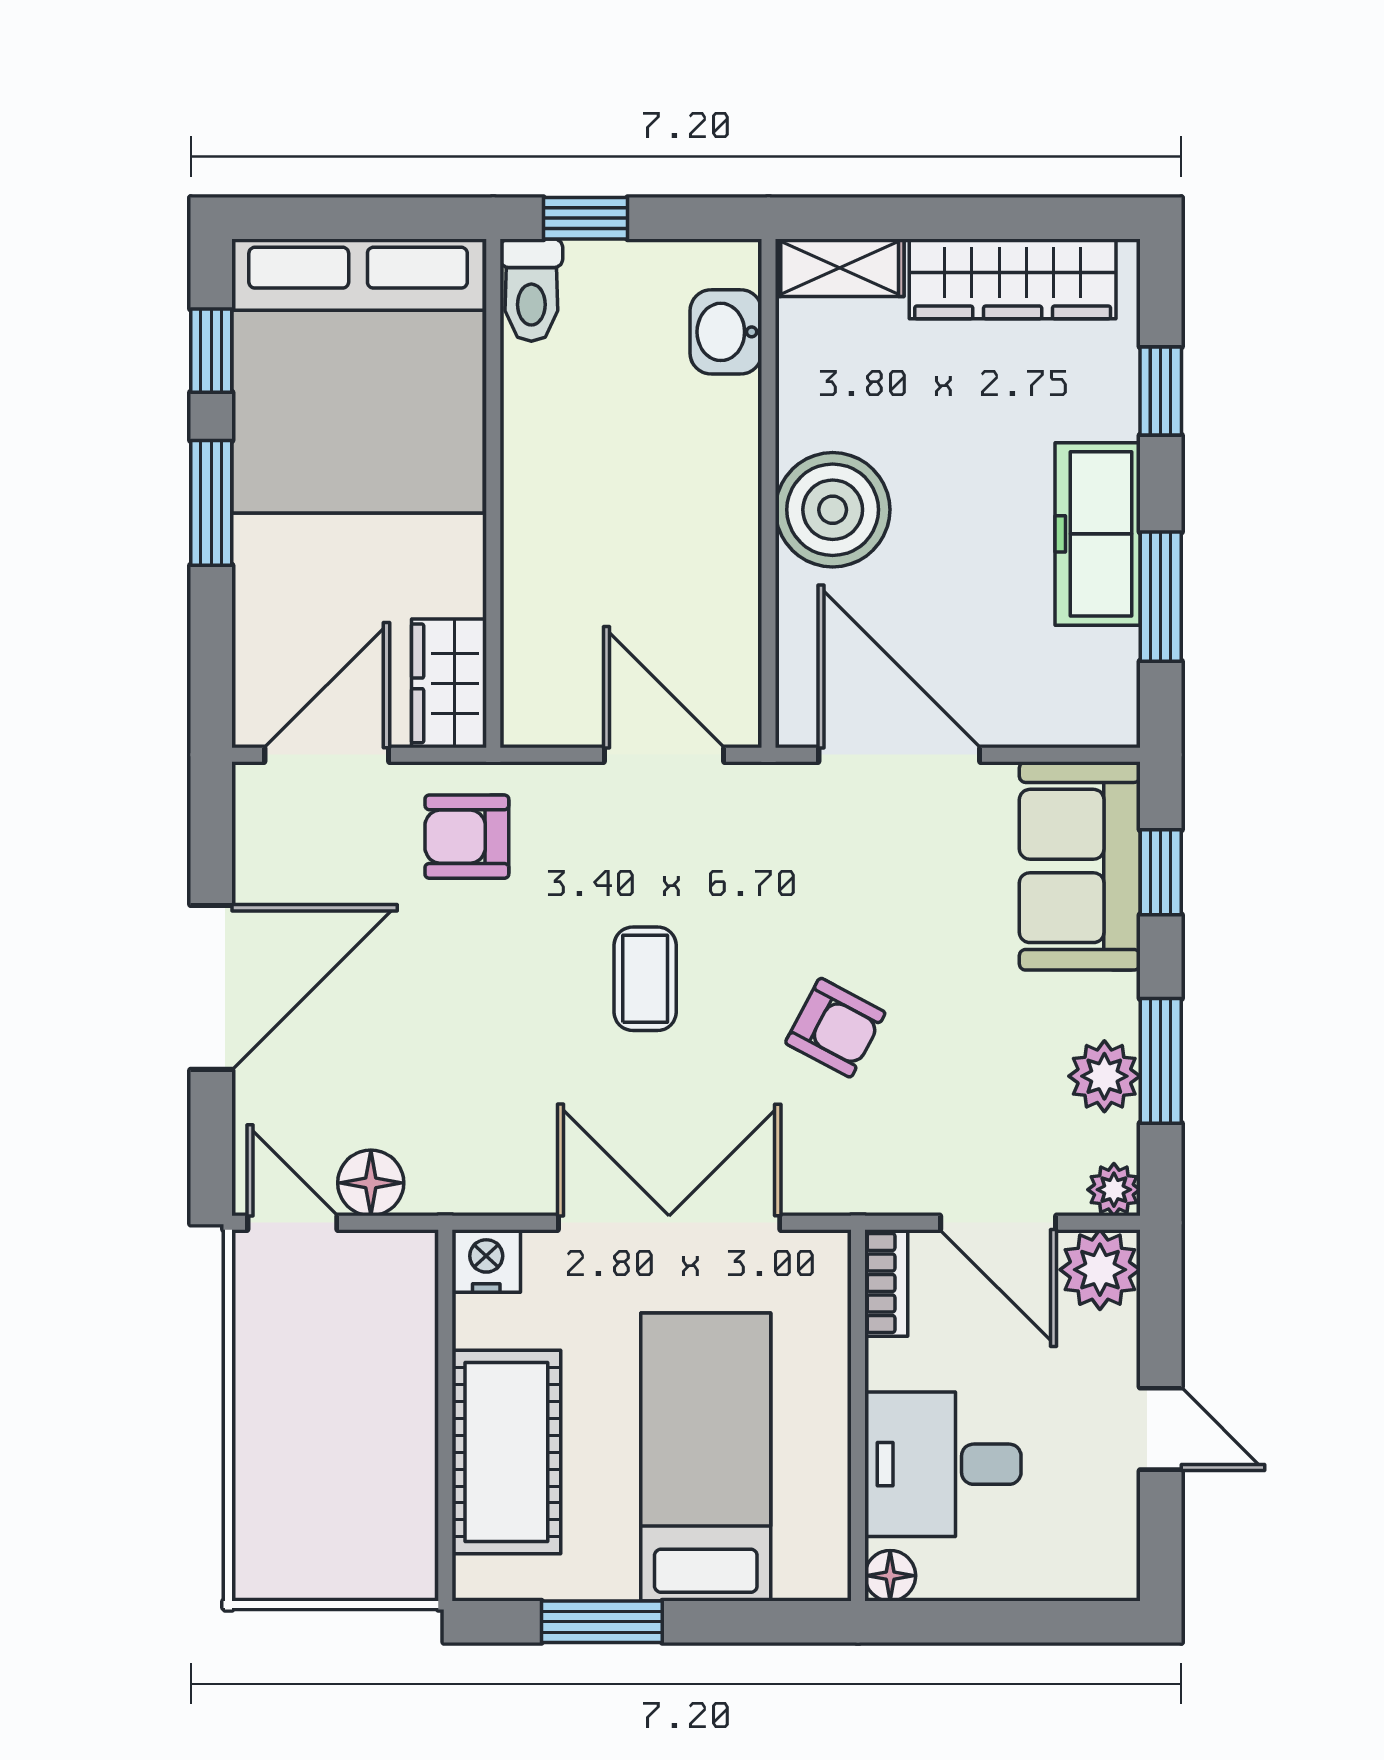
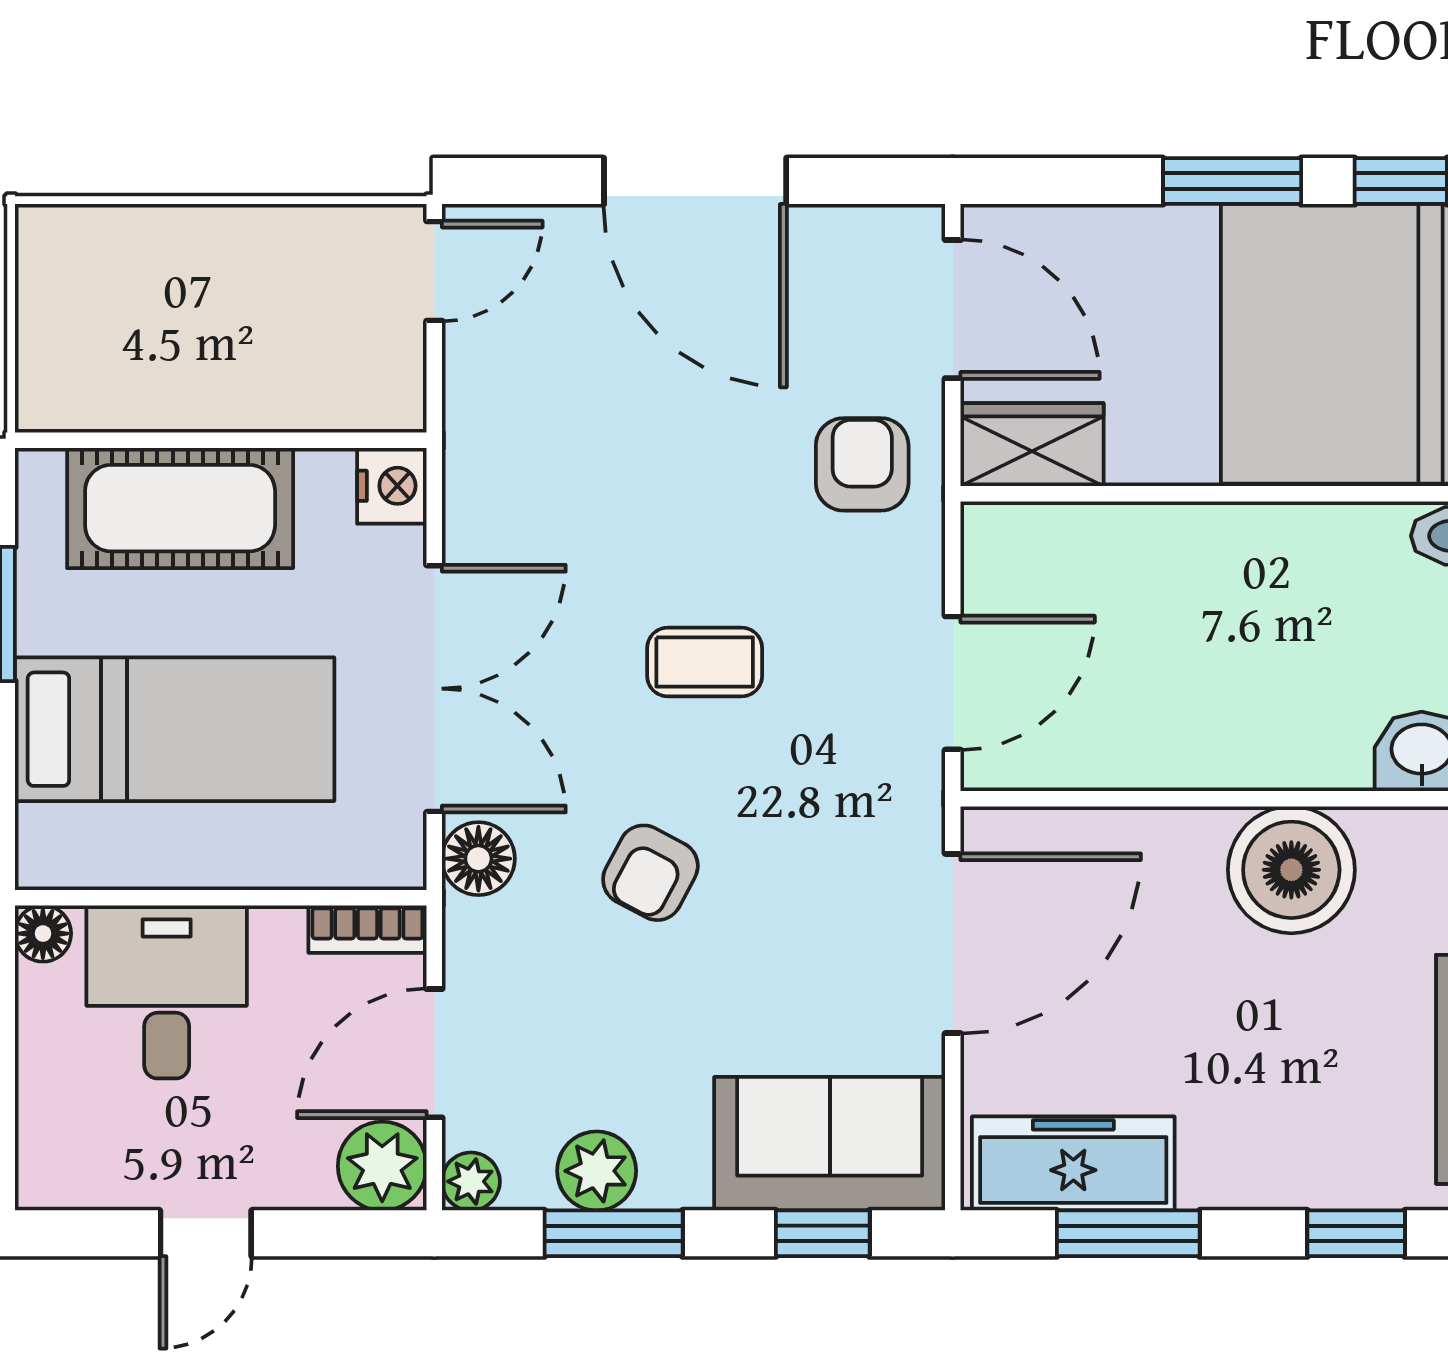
boiler: (833, 510) -> (1291, 870), moved
freezer: (1098, 534) -> (1073, 1163), moved
floor lamp: (371, 1183) -> (478, 859), moved

